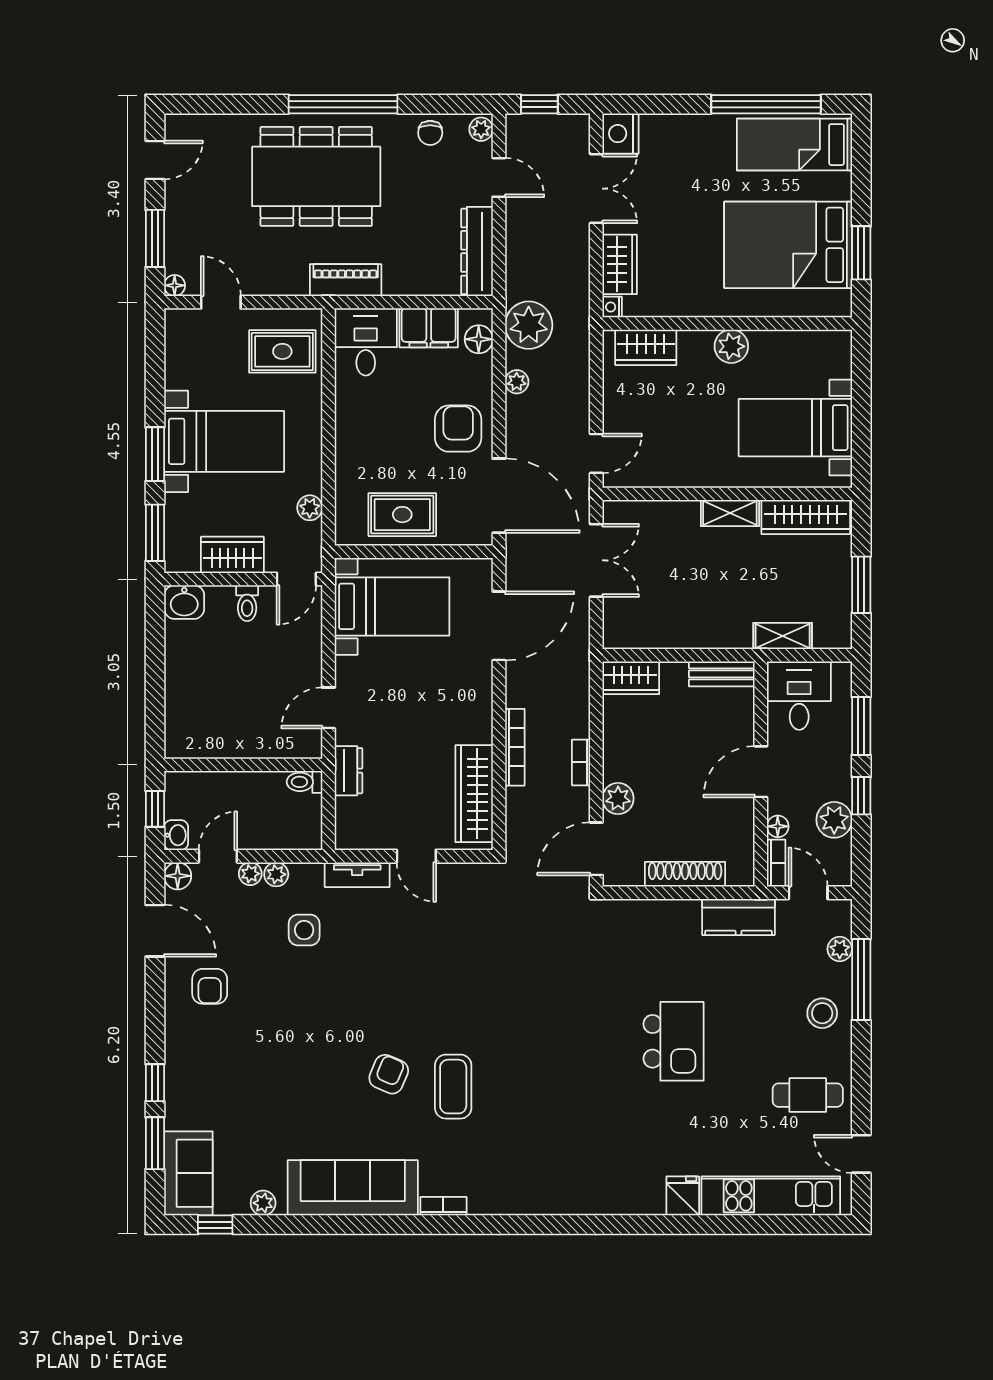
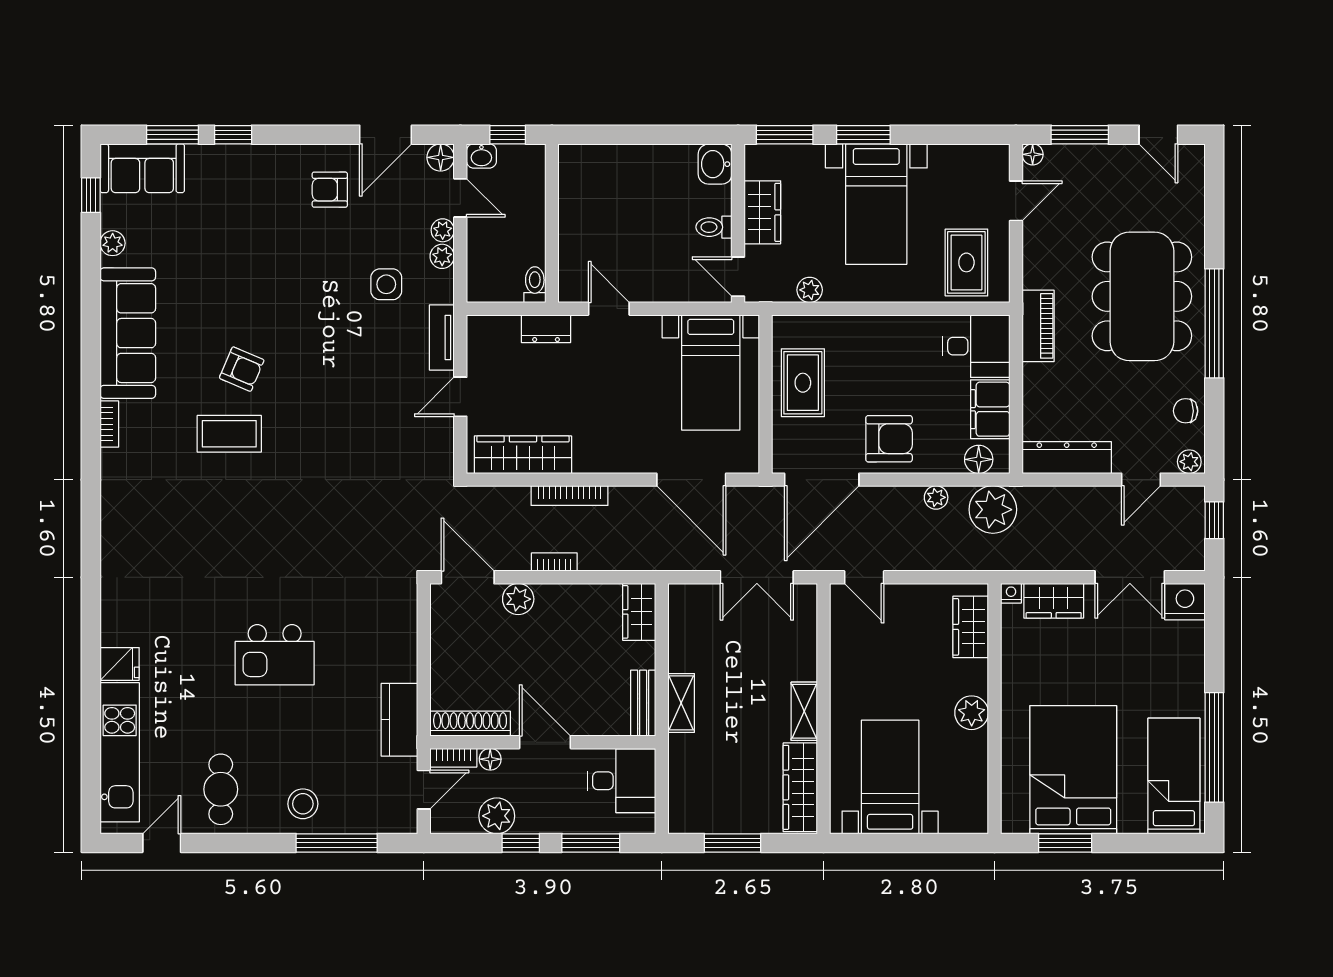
shelving: (783, 636) -> (681, 703), moved
shoe rack: (685, 874) -> (470, 724), moved, turned -90
plant: (840, 949) -> (367, 821), removed

